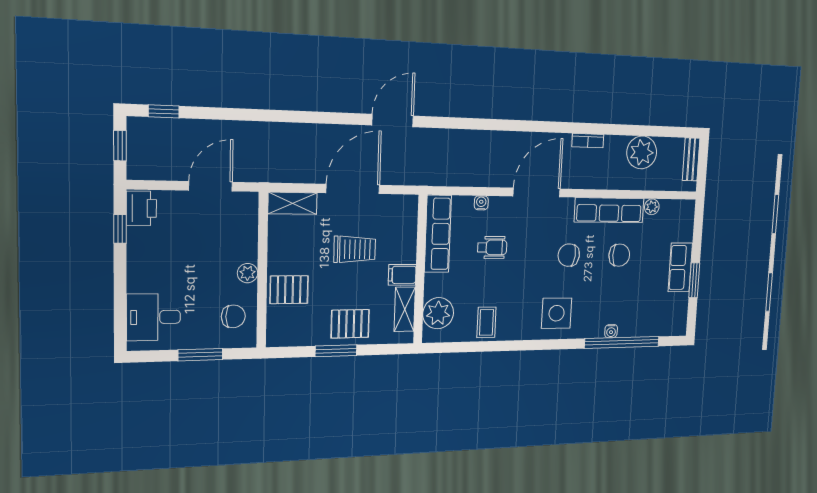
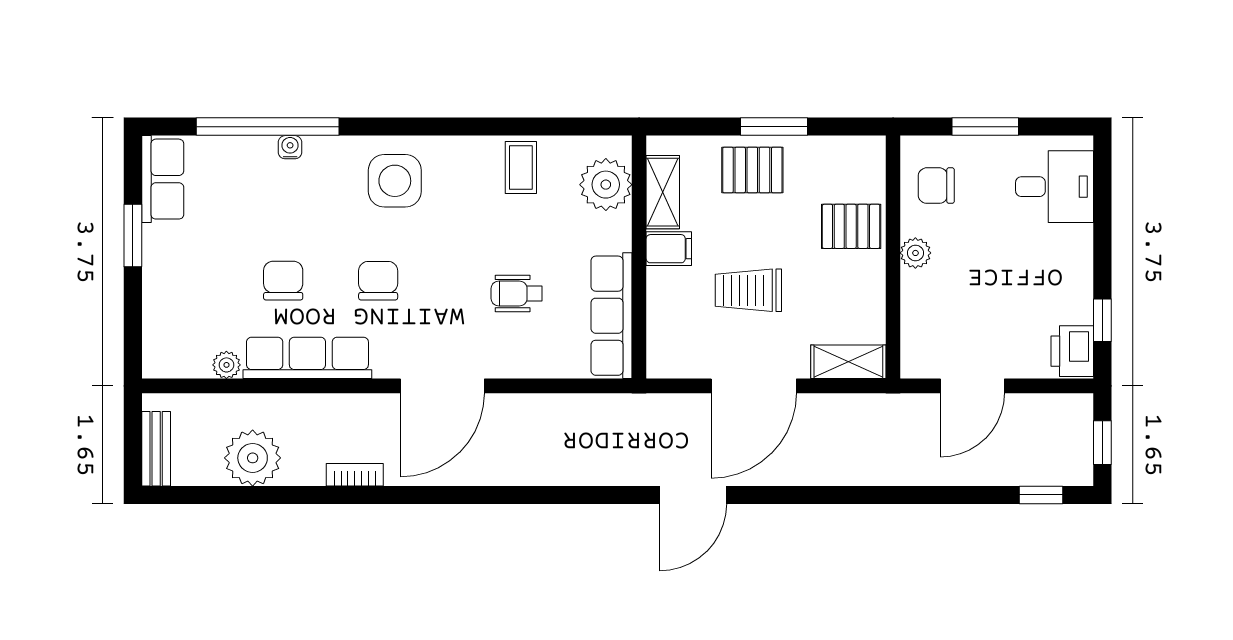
water cooler: (481, 203) -> (539, 367), removed
chair: (569, 255) -> (378, 281), turned -97
chair: (619, 255) -> (283, 281), turned 90
row of seats: (680, 267) -> (163, 179), moved

